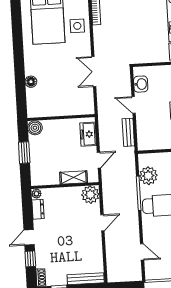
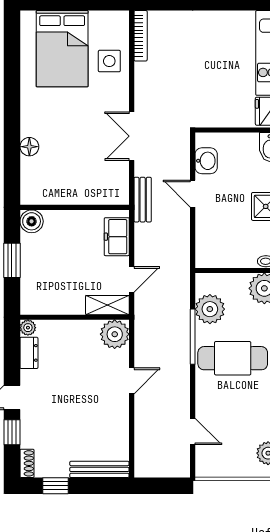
bench: (128, 132) -> (143, 200), moved
shelving: (74, 177) -> (107, 305), moved

